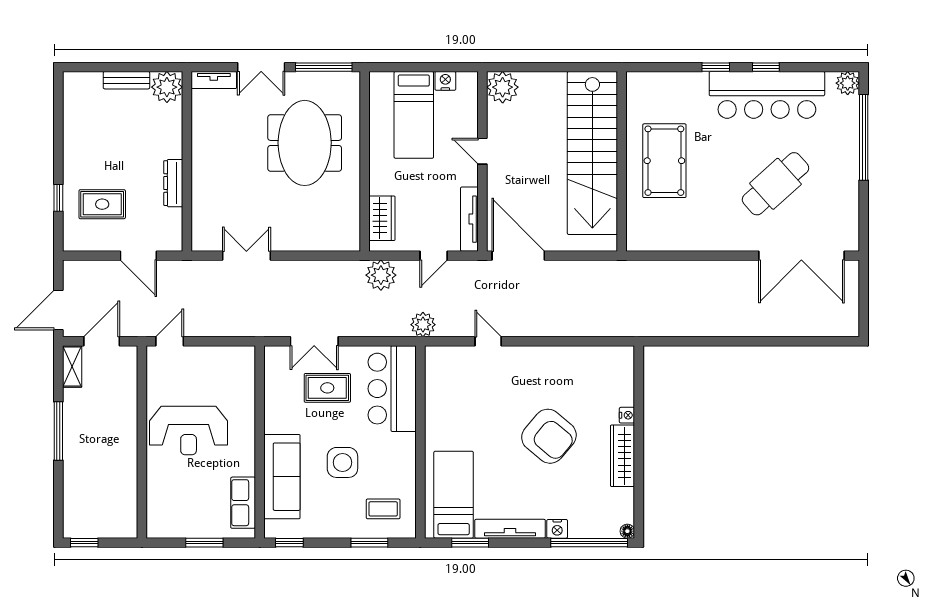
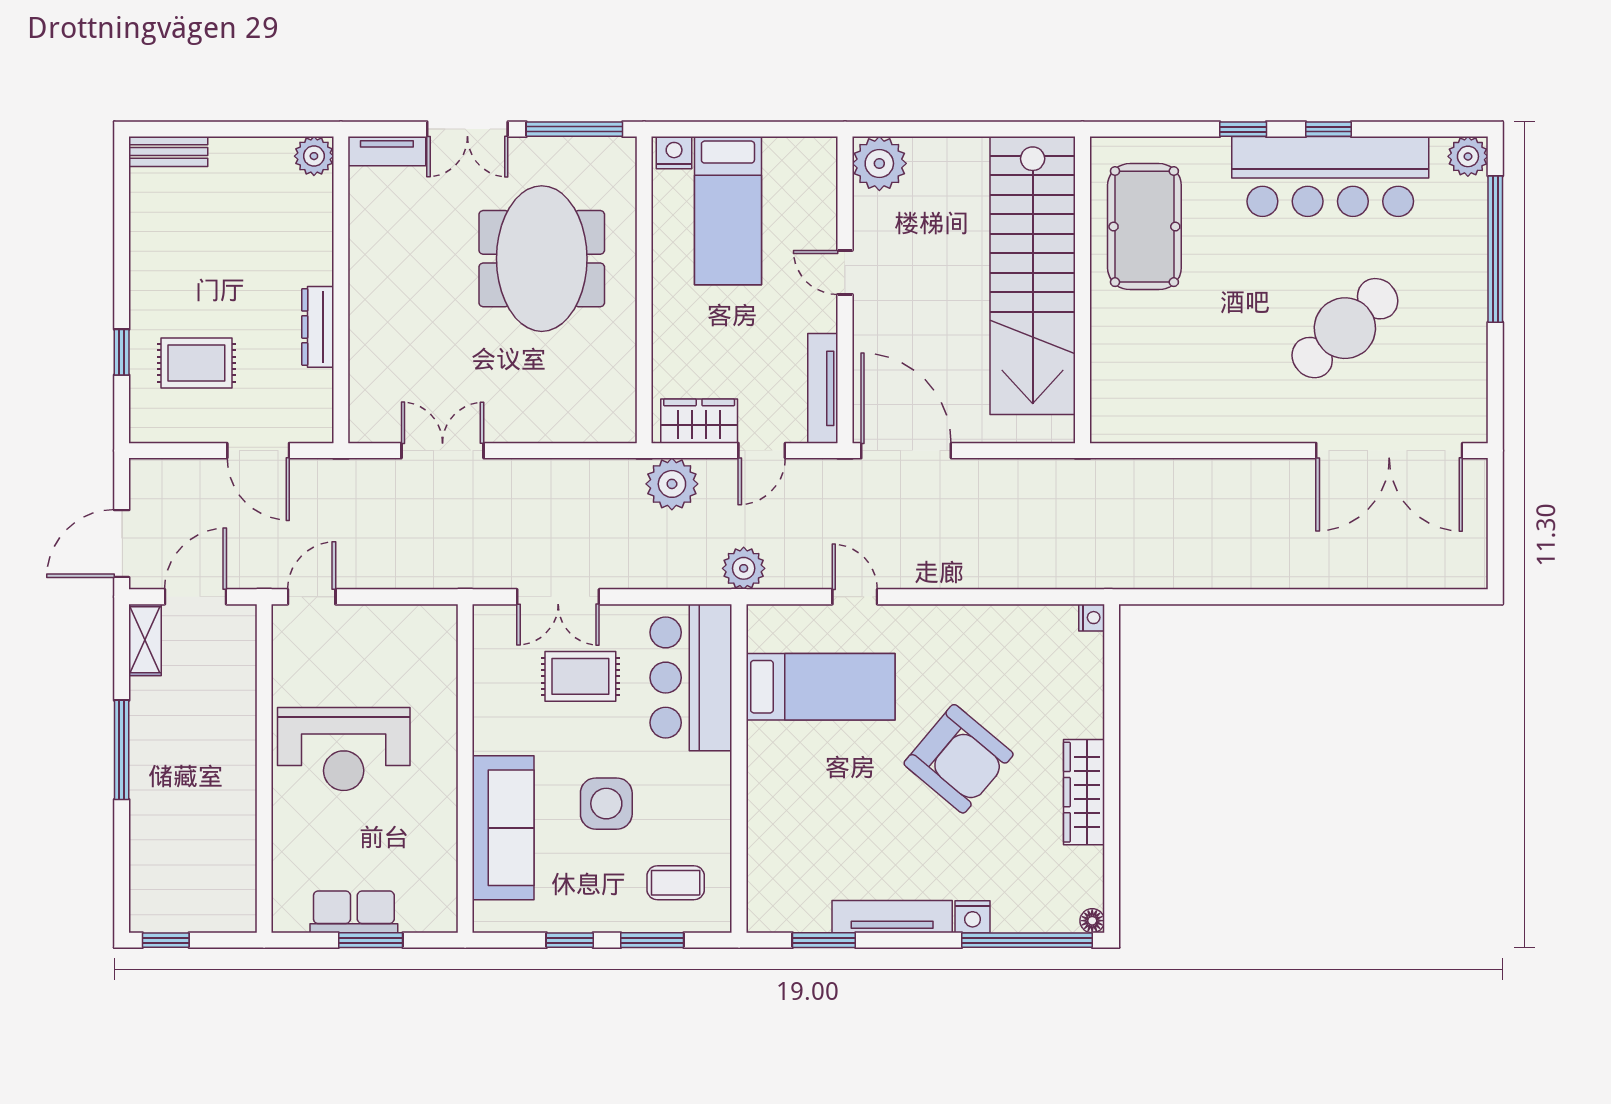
bench: (126, 80) -> (168, 151), moved
nightstand: (445, 81) -> (674, 153), moved
plant: (167, 87) -> (314, 156), width x0.73, depth x0.73
pool table: (664, 161) -> (1144, 227), moved
wardrobe: (382, 218) -> (699, 421), moved, turned -90
nightstand: (627, 415) -> (1092, 618), moved
bed: (454, 495) -> (821, 687), moved, turned 90
row of seats: (243, 503) -> (354, 912), moved, turned 90
window: (289, 543) -> (570, 940), moved

